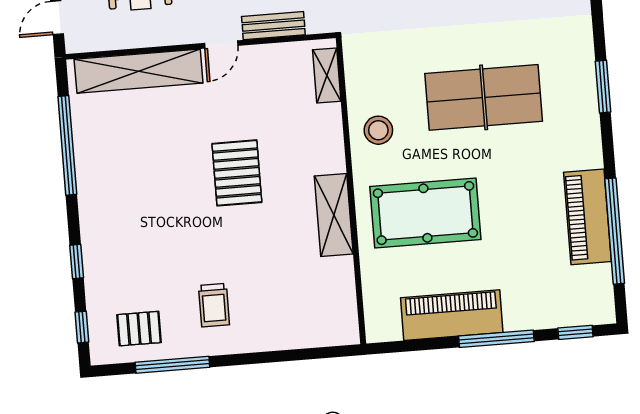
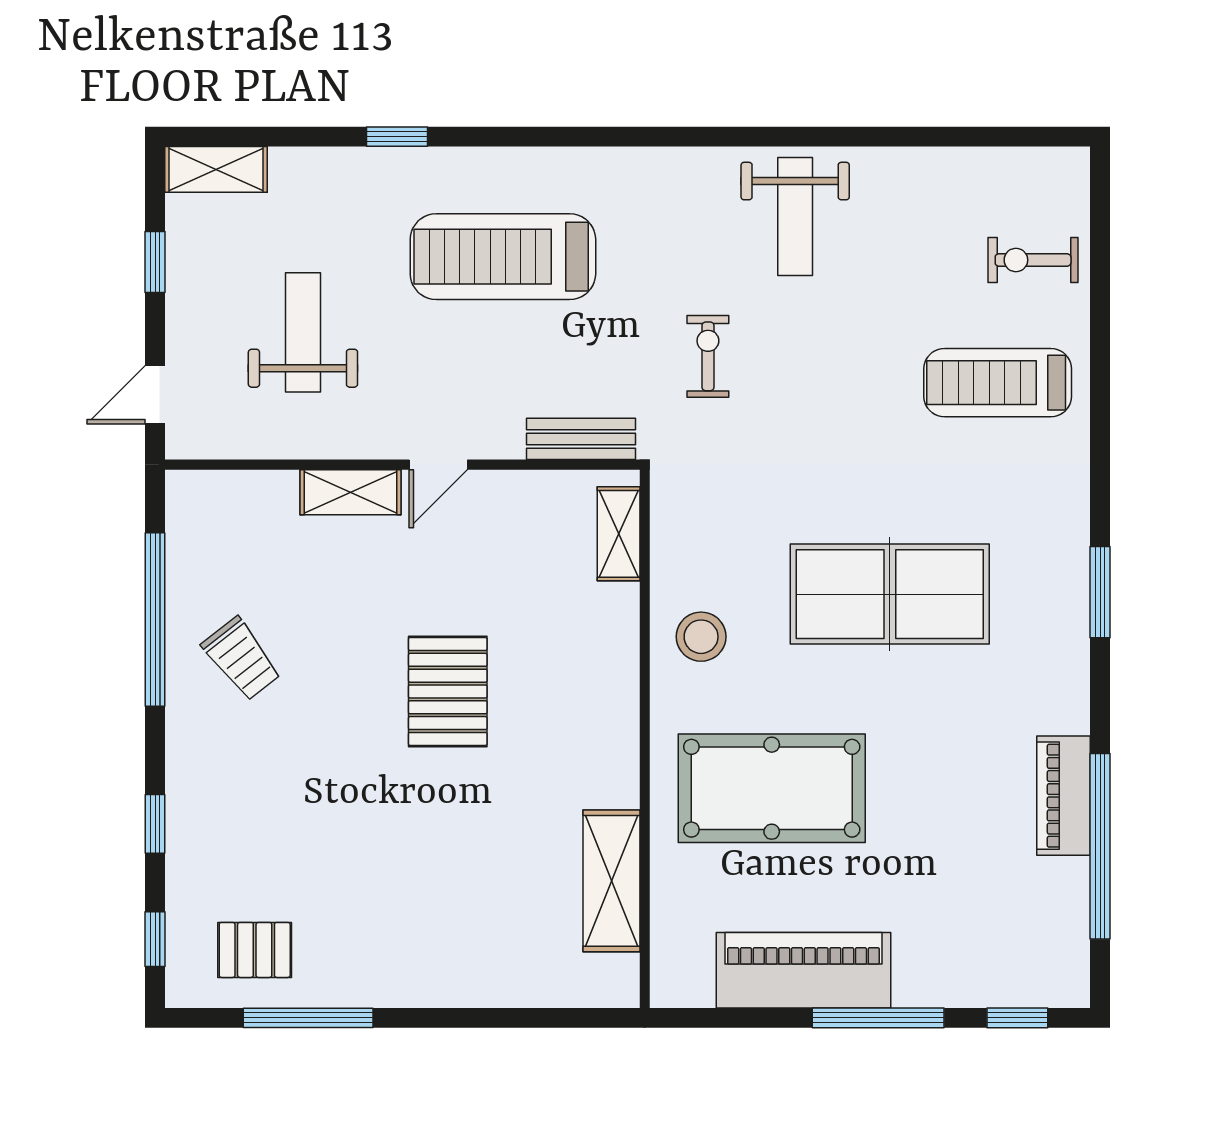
bench: (273, 26) -> (581, 439), moved
shelving: (139, 71) -> (350, 492), width x0.45, depth x0.75
shelving: (334, 215) -> (611, 881), moved
piano: (588, 217) -> (1064, 796), width x0.73, depth x0.75
trolley: (214, 305) -> (242, 659), moved, turned -38

